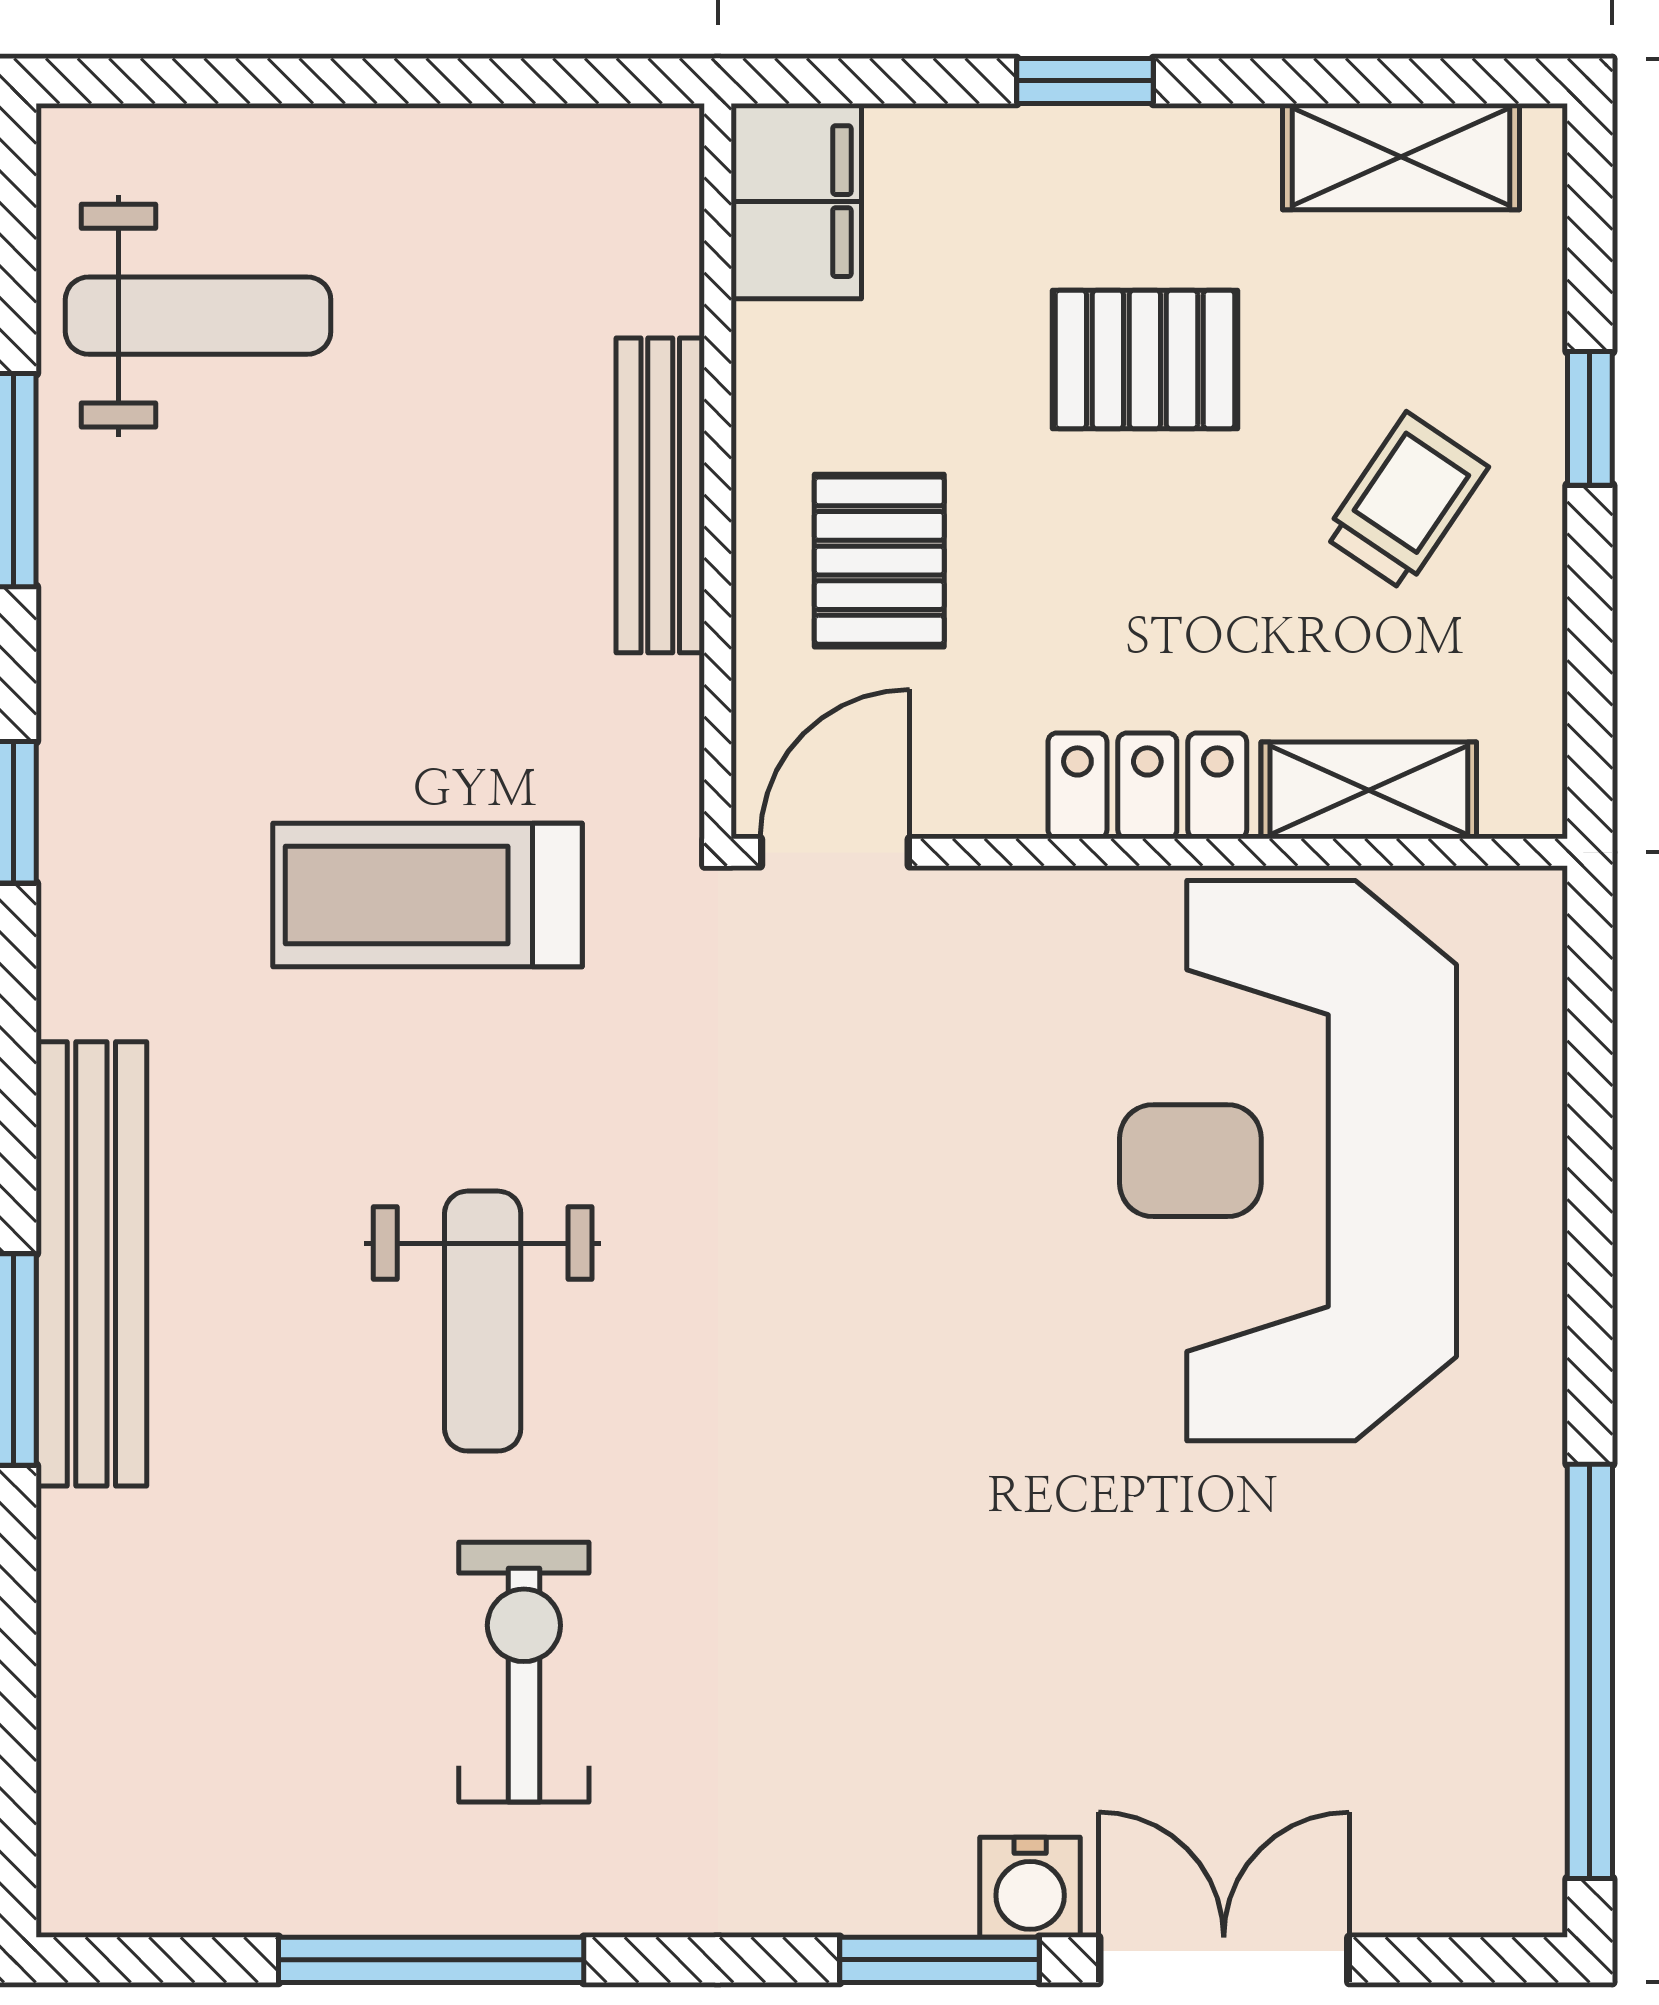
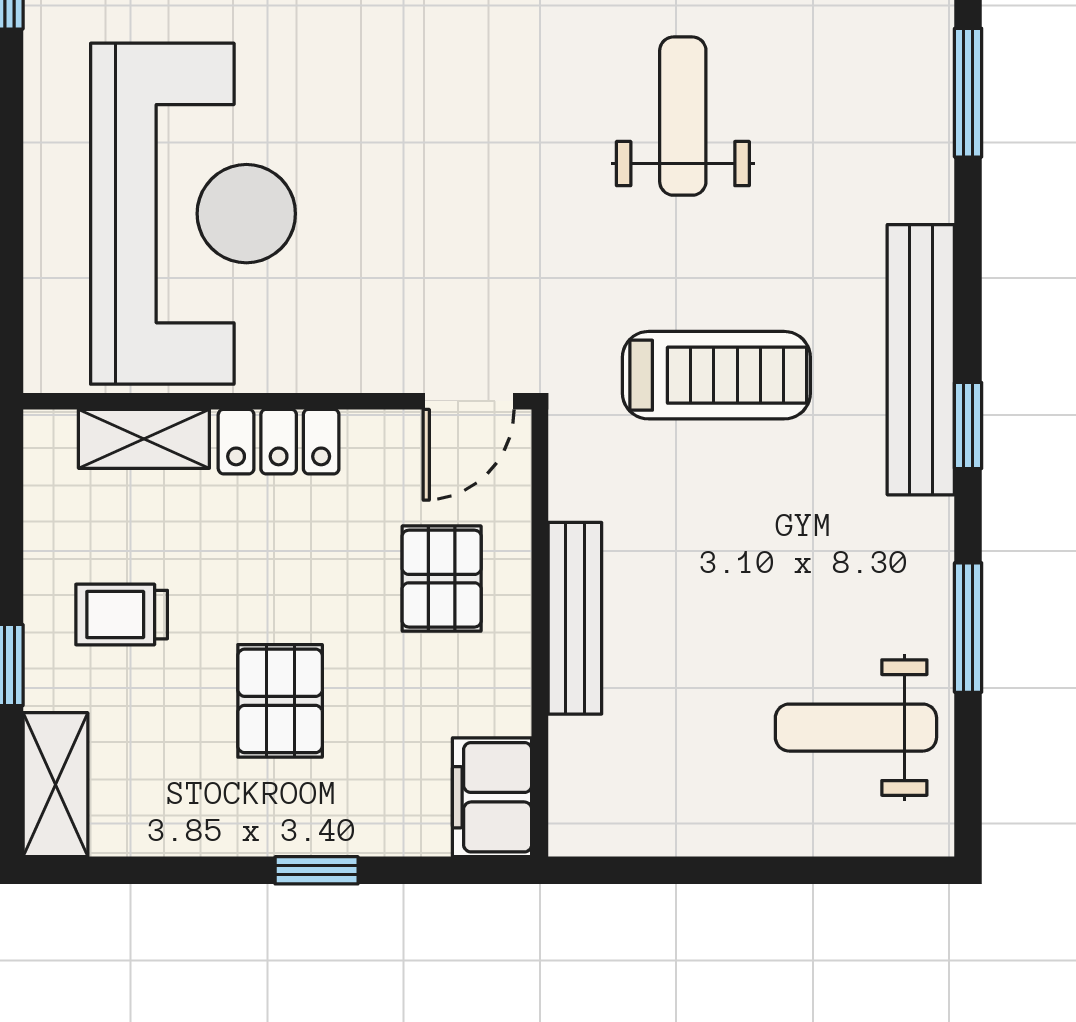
shelving: (1401, 157) -> (55, 785), moved, turned 90
pallet: (1145, 360) -> (280, 701), turned 90
trolley: (1405, 502) -> (122, 615), turned 56
bench: (91, 1264) -> (921, 360), moved

